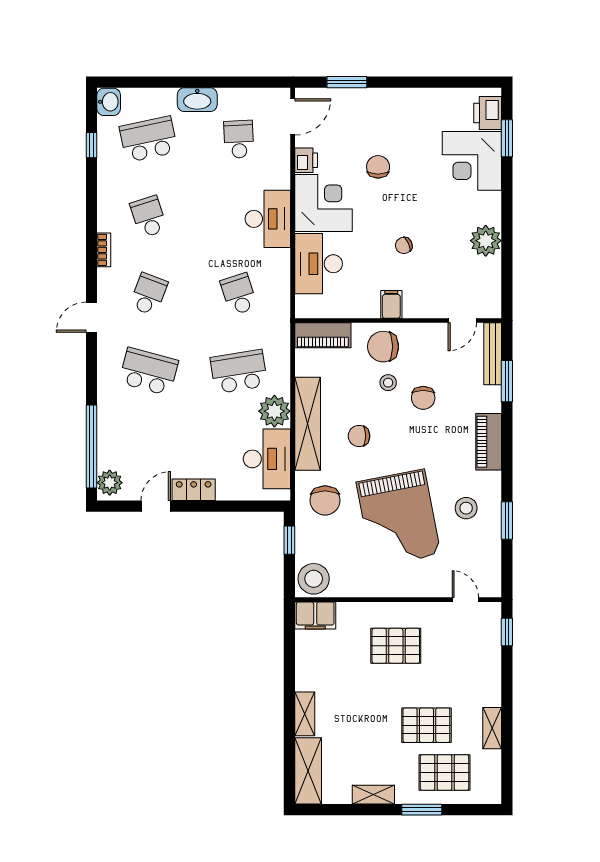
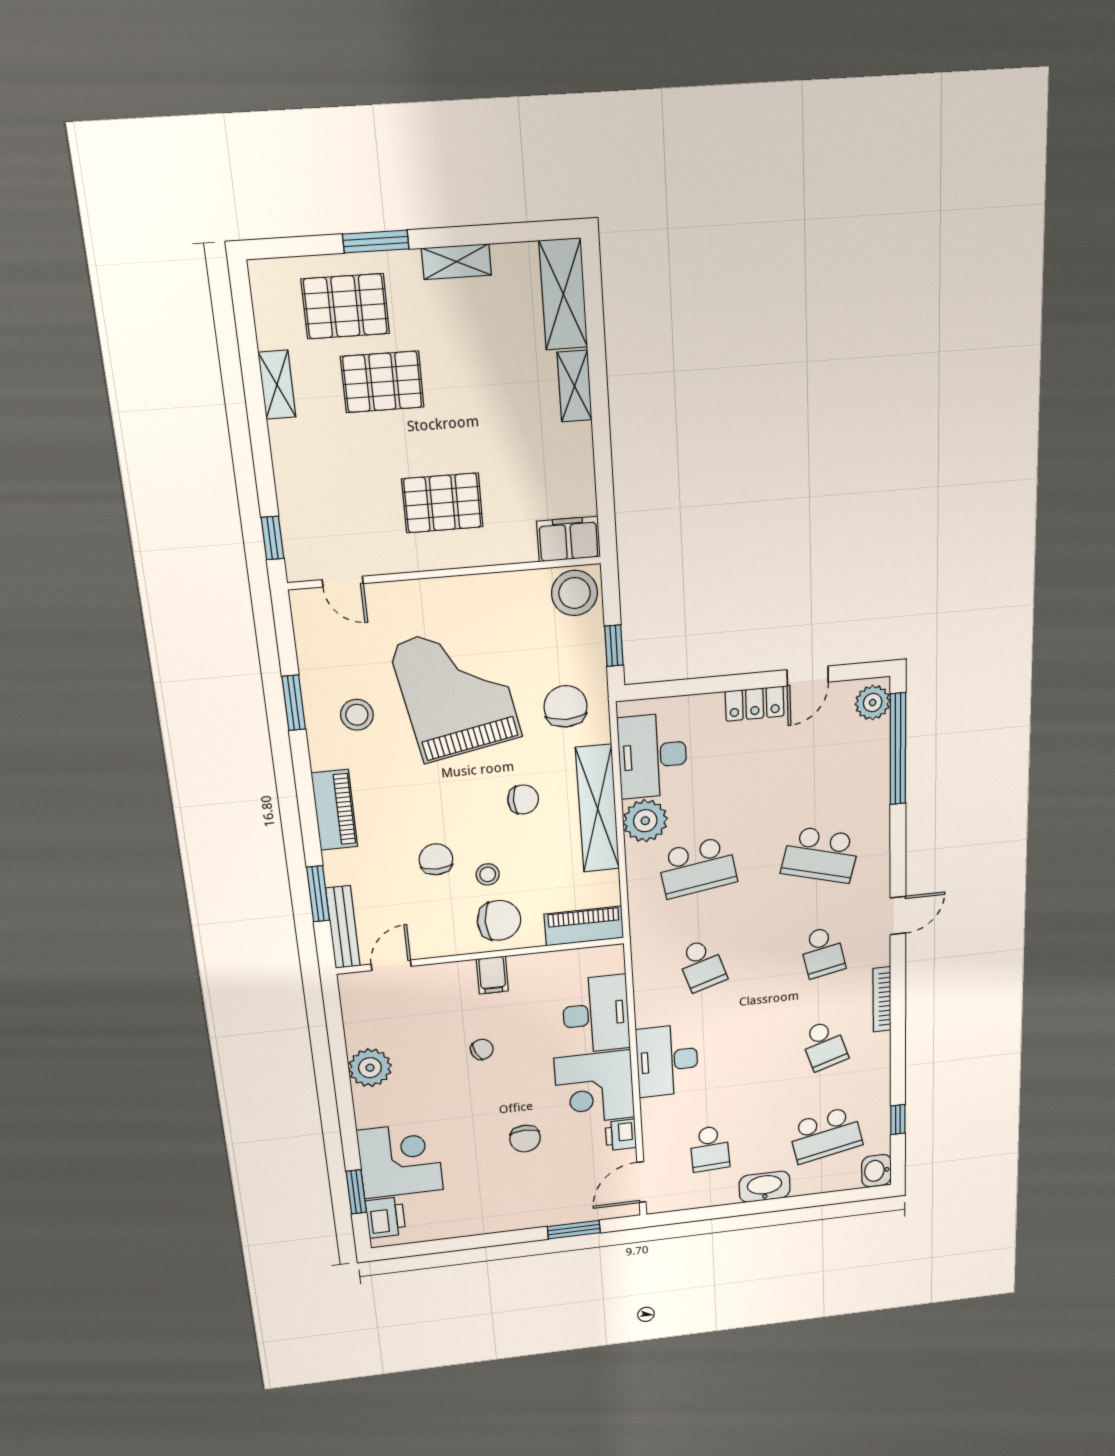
bookcase: (104, 250) -> (882, 999), width x1.56
school desk: (149, 294) -> (822, 952), turned -33

